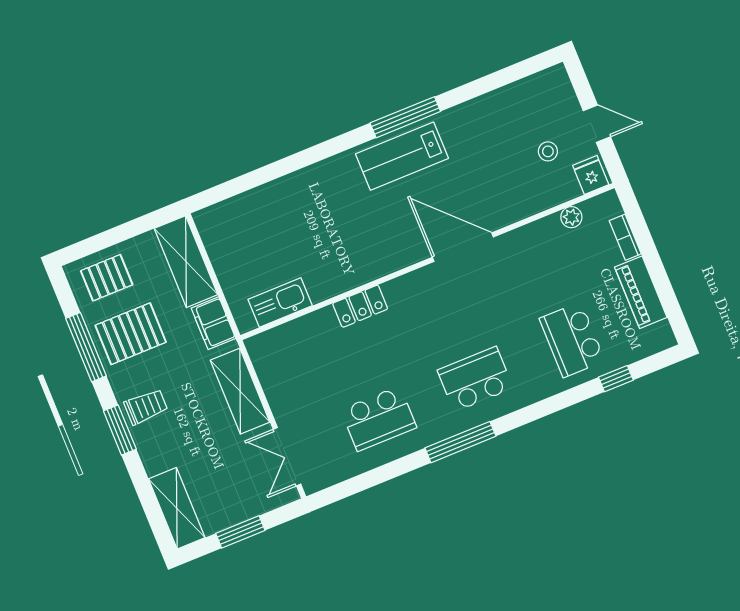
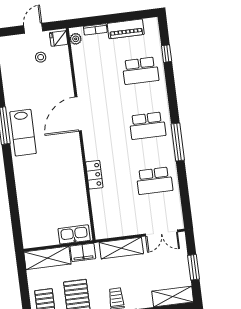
plant: (571, 217) -> (76, 39), moved
kitchen sink: (280, 303) -> (74, 234), moved, turned 90
school desk: (475, 379) -> (147, 126), turned -90
school desk: (379, 419) -> (154, 181), turned 90

